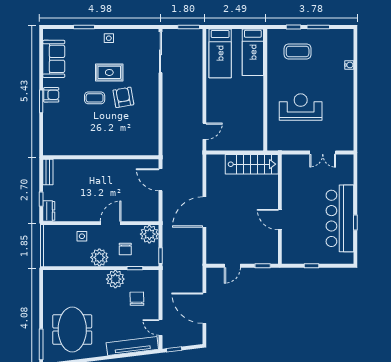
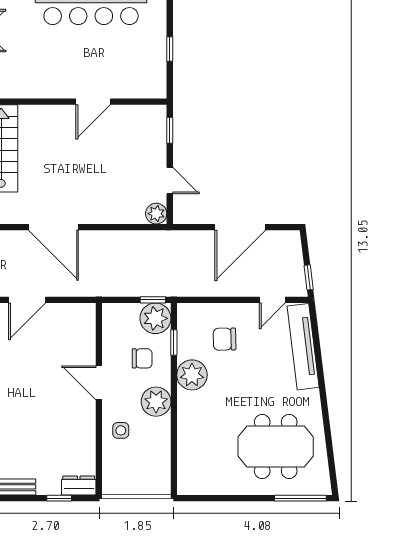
door: (204, 212) -> (53, 227), moved
plant: (149, 234) -> (155, 318), moved
plant: (212, 258) -> (156, 214), added

